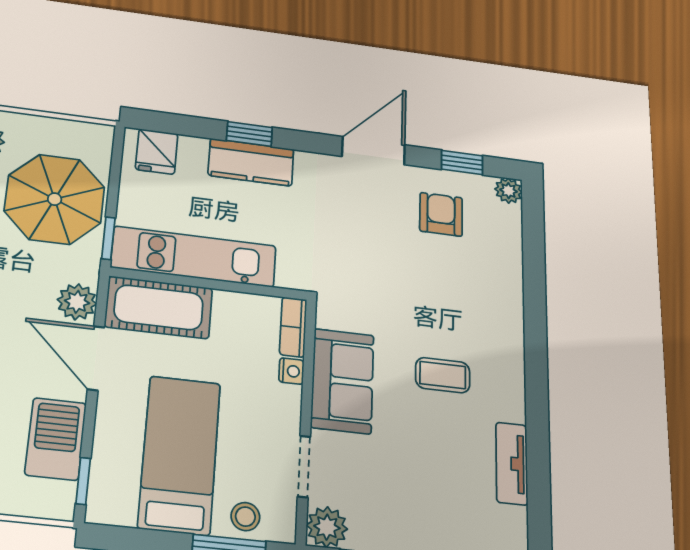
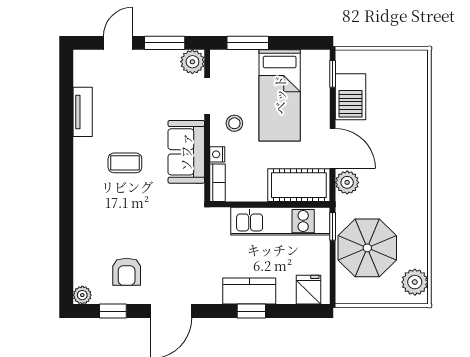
stool: (245, 517) -> (234, 123), moved

